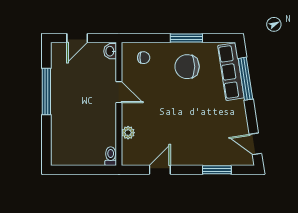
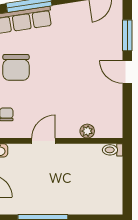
door: (160, 170) -> (127, 72), moved

